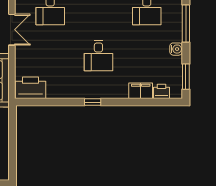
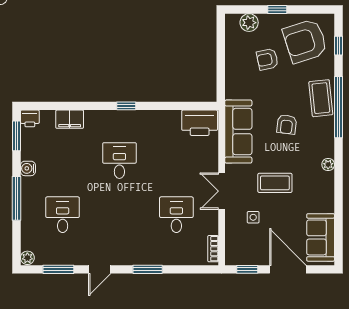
printer: (161, 91) -> (30, 118), moved

